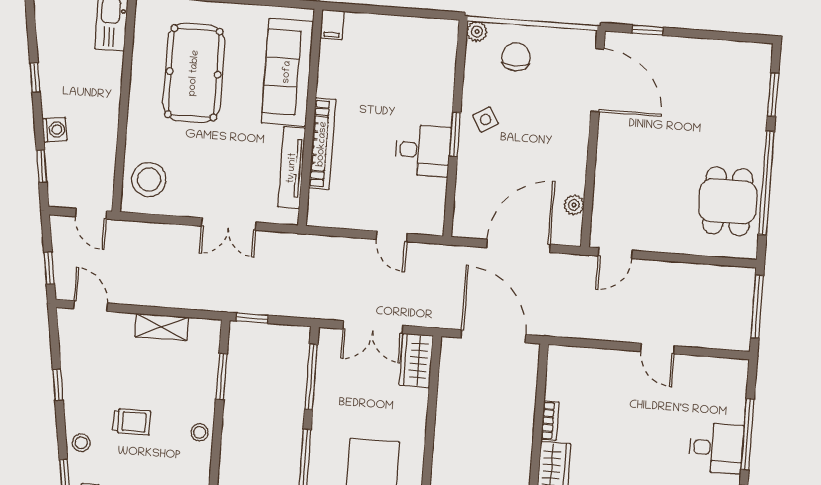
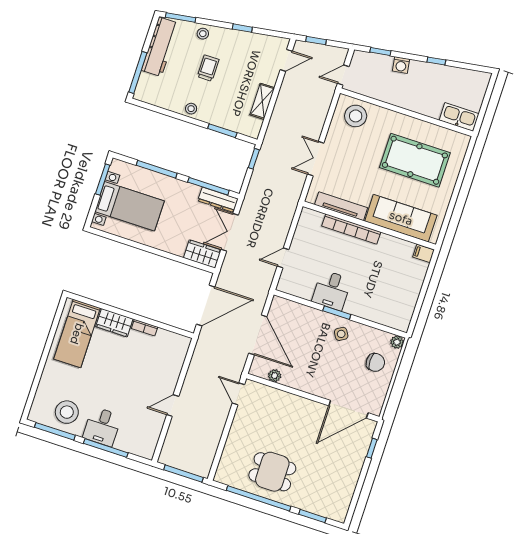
dining table: (728, 201) -> (272, 472), moved
dresser: (328, 357) -> (218, 200), added
trolley: (132, 422) -> (208, 68), turned 180

